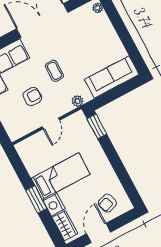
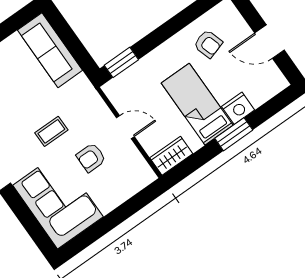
armchair: (32, 97) -> (91, 158), turned -90
plant: (77, 101) -> (89, 94), removed
armchair: (107, 203) -> (208, 44), moved
wardrobe: (65, 226) -> (171, 156), moved

